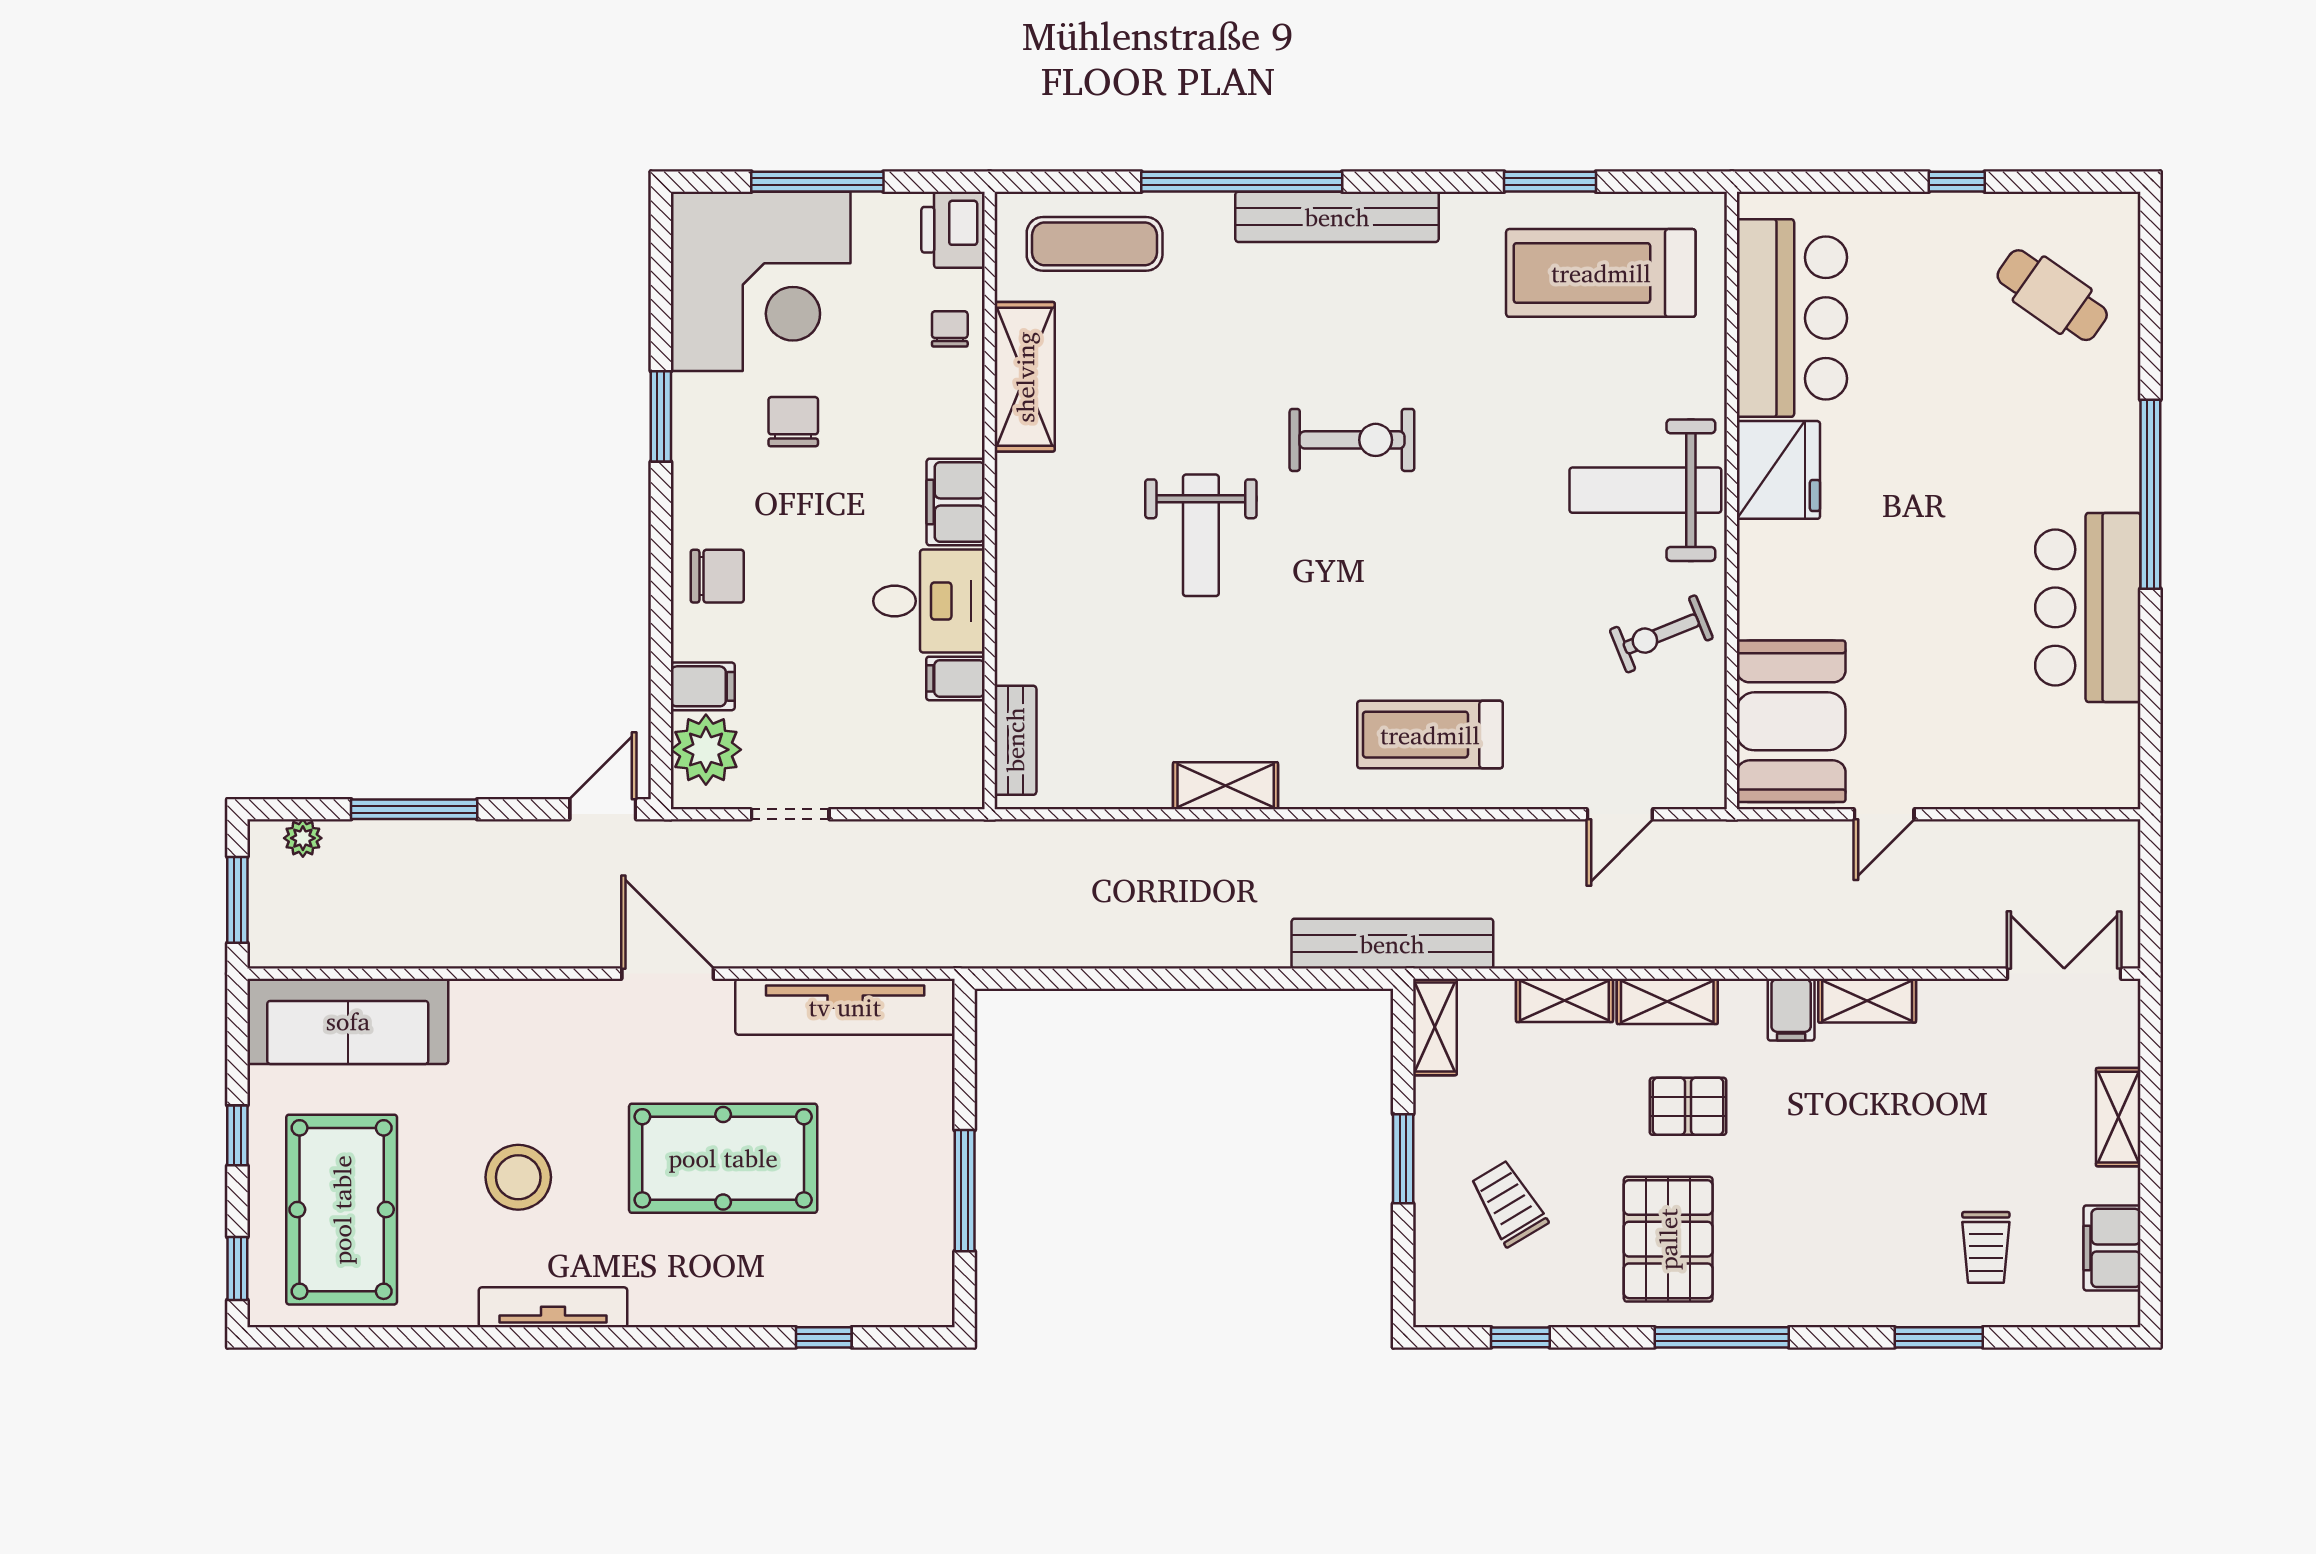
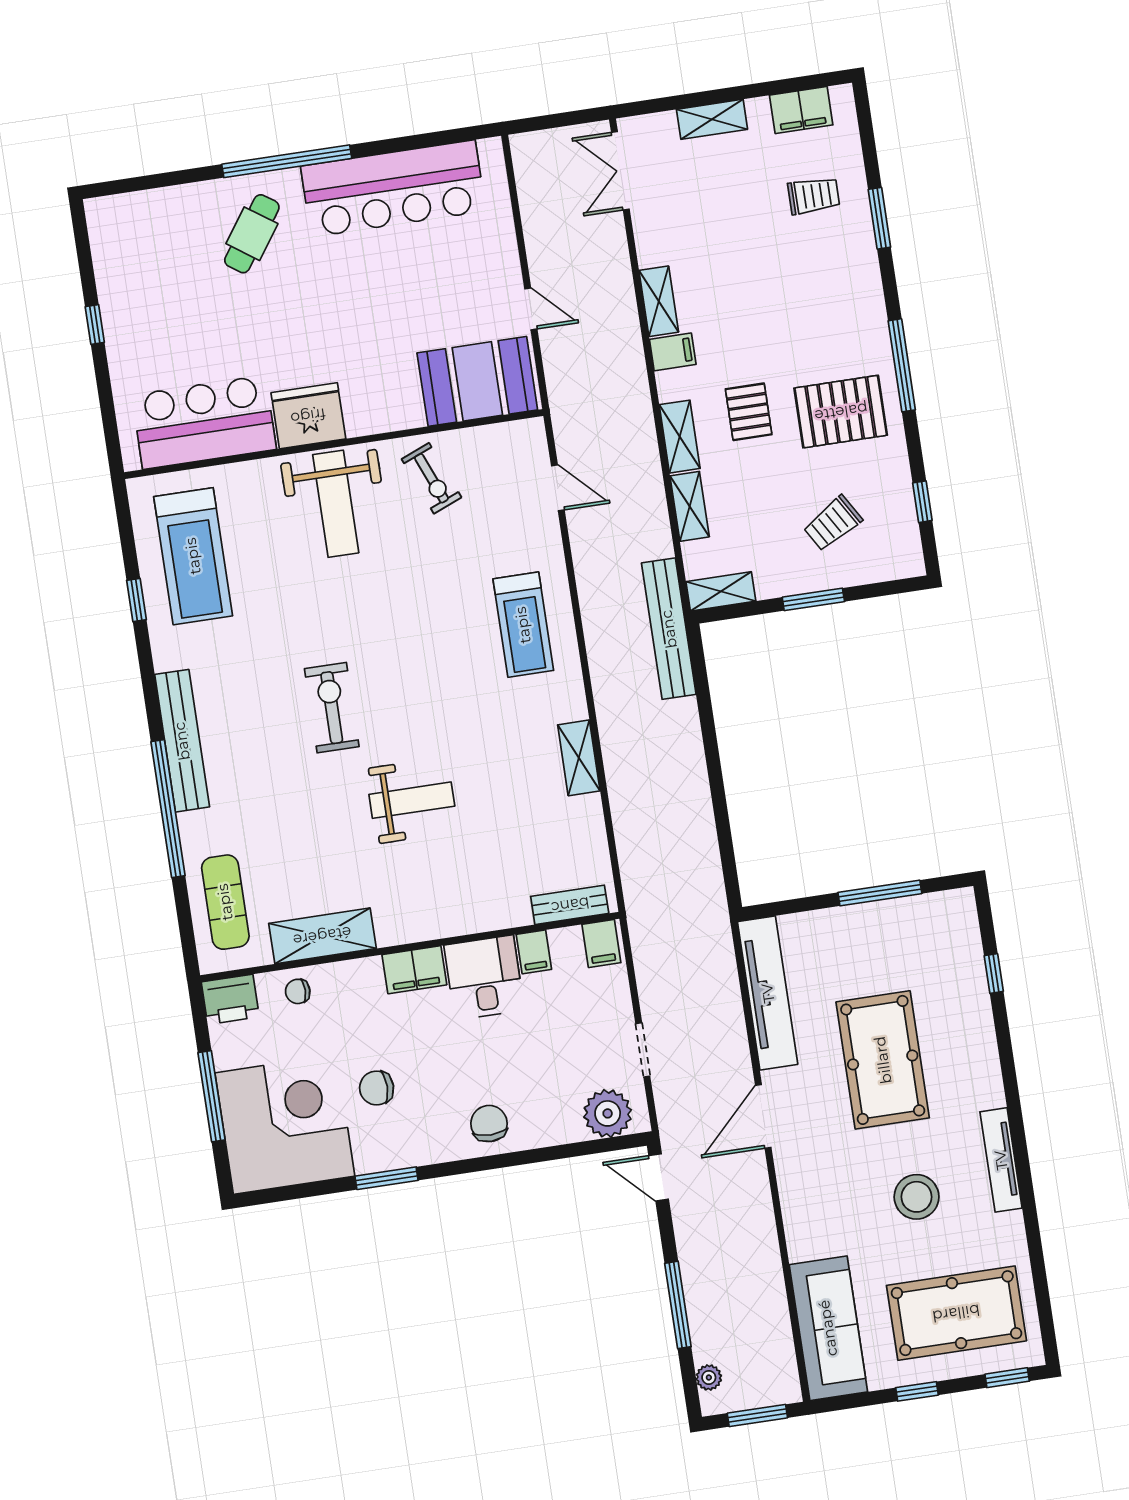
window: (1550, 182) -> (136, 600), width x0.67
cafe table: (2052, 295) -> (252, 234), moved
bar counter: (2088, 607) -> (393, 189), width x1.36
filing cabinet: (703, 686) -> (601, 943), moved, turned 180

